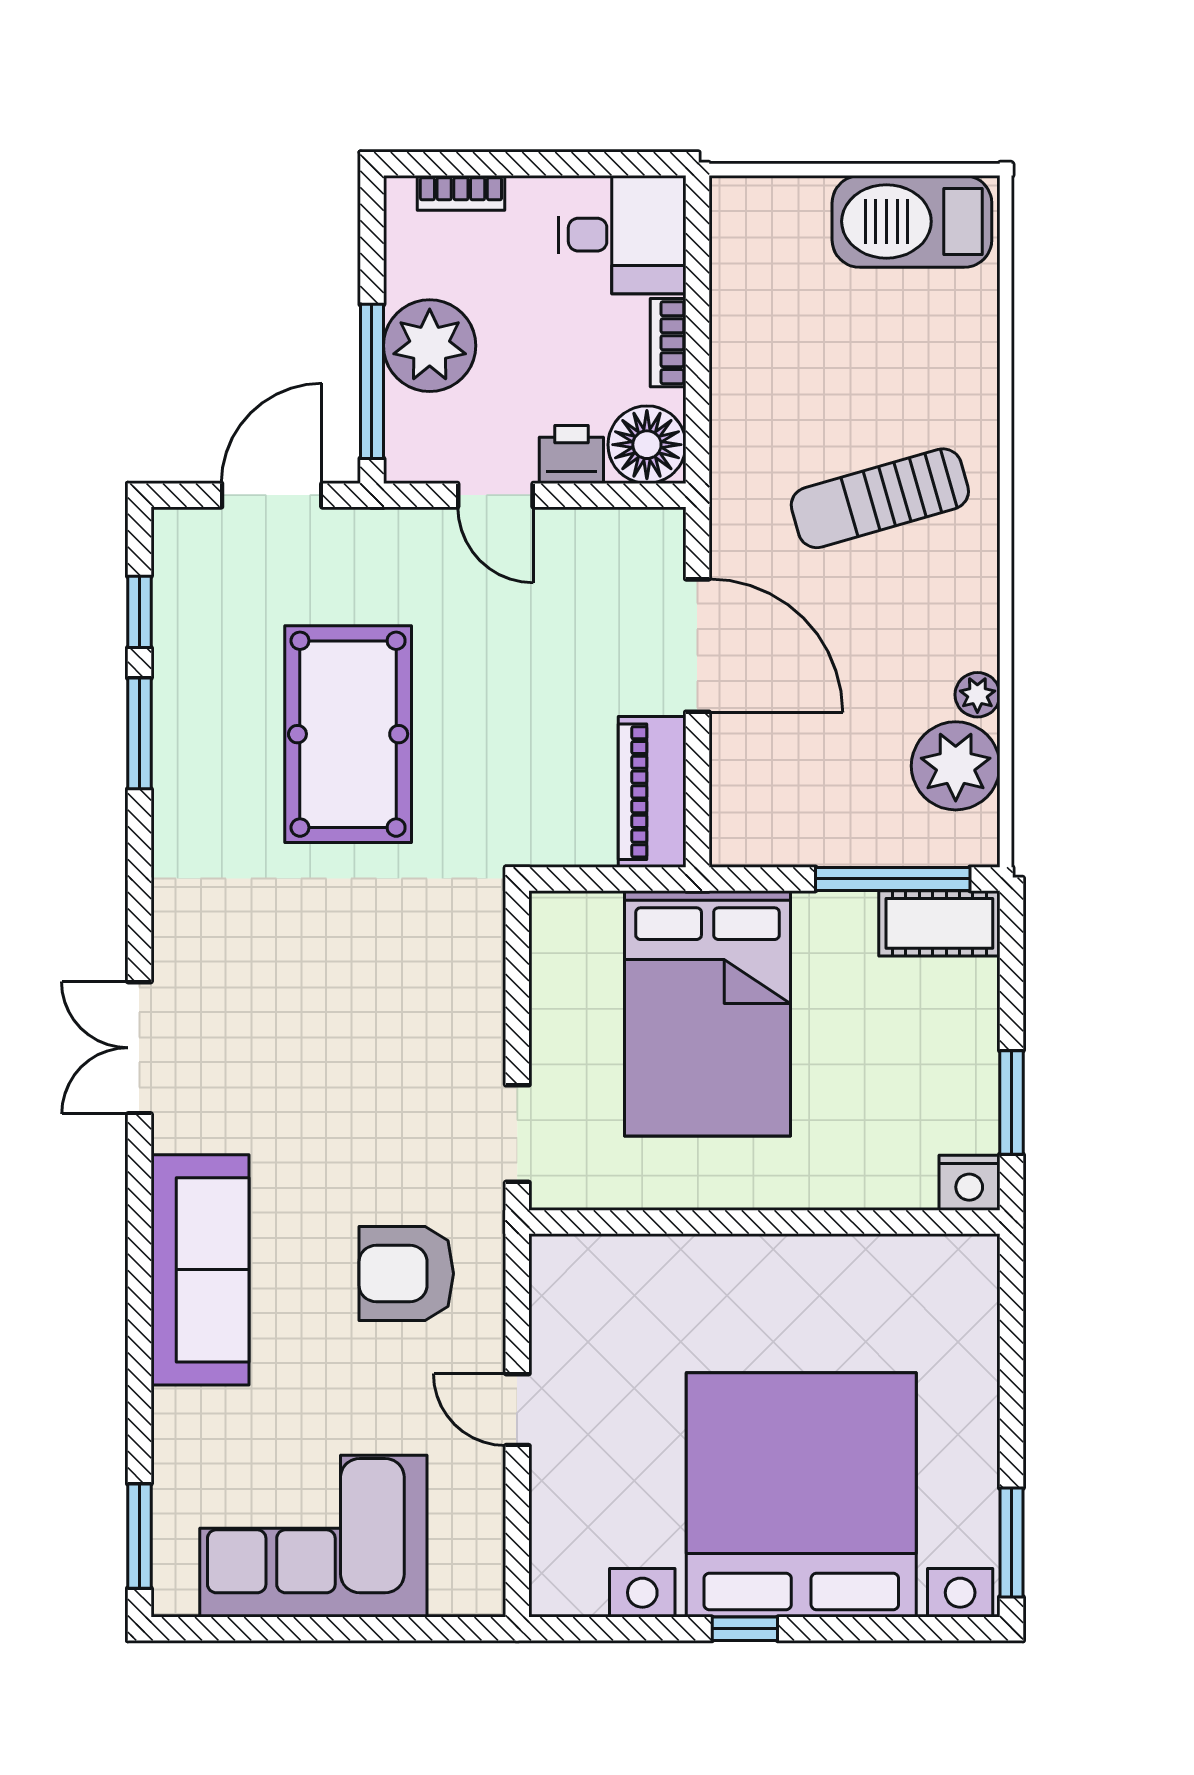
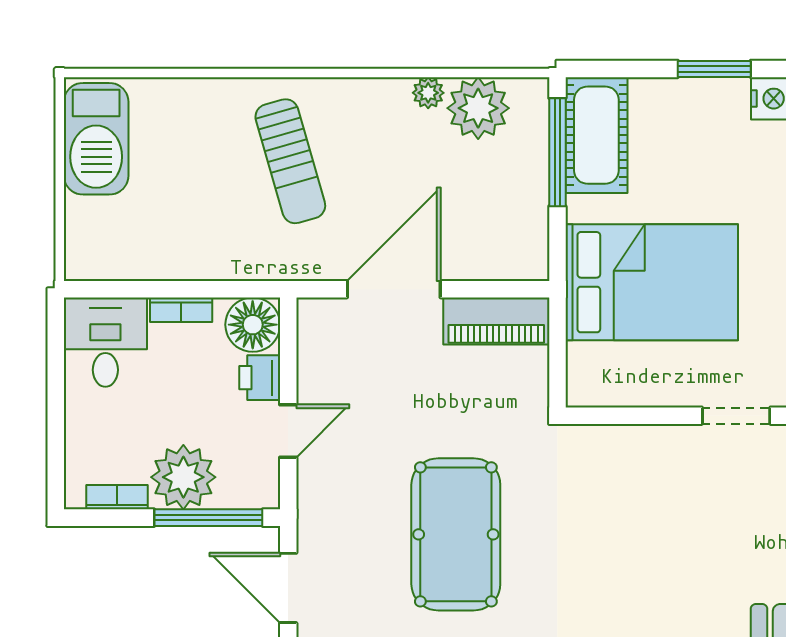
bookcase: (461, 193) -> (117, 497), moved, turned -90
pool table: (348, 734) -> (456, 534), turned 90
cot: (939, 923) -> (596, 135), width x1.37, depth x1.34

